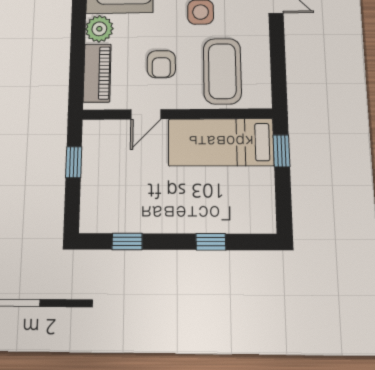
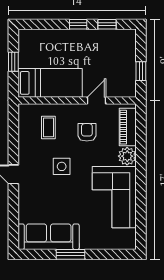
coffee table: (222, 71) -> (48, 127), width x0.54, depth x0.58
window: (281, 151) -> (13, 62), moved
window: (211, 242) -> (78, 24), moved

